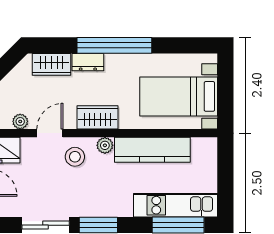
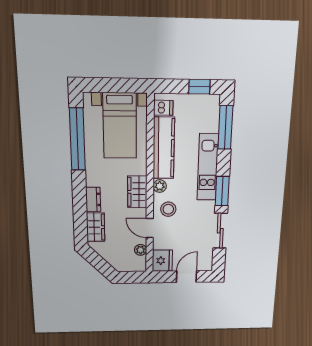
window: (114, 45) -> (77, 139), moved
dishwasher: (201, 149) -> (163, 108), added
window: (225, 191) -> (199, 87), added
kitchen unit: (176, 205) -> (208, 167), moved

